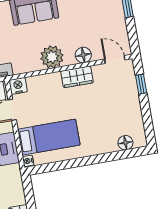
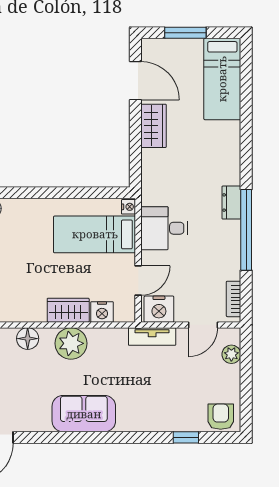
wardrobe: (77, 77) -> (68, 310), moved
nightstand: (18, 86) -> (102, 312), moved

